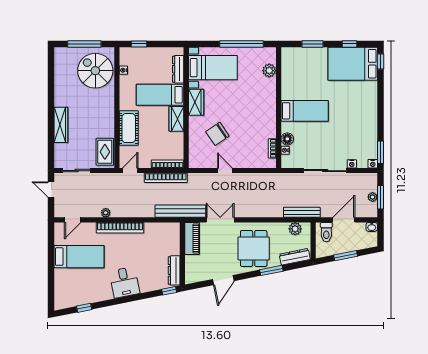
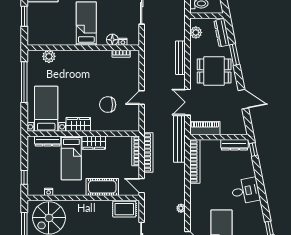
chair: (217, 134) -> (108, 105), turned 124
bench: (302, 212) -> (180, 58), moved
bookcase: (120, 228) -> (195, 161), moved

